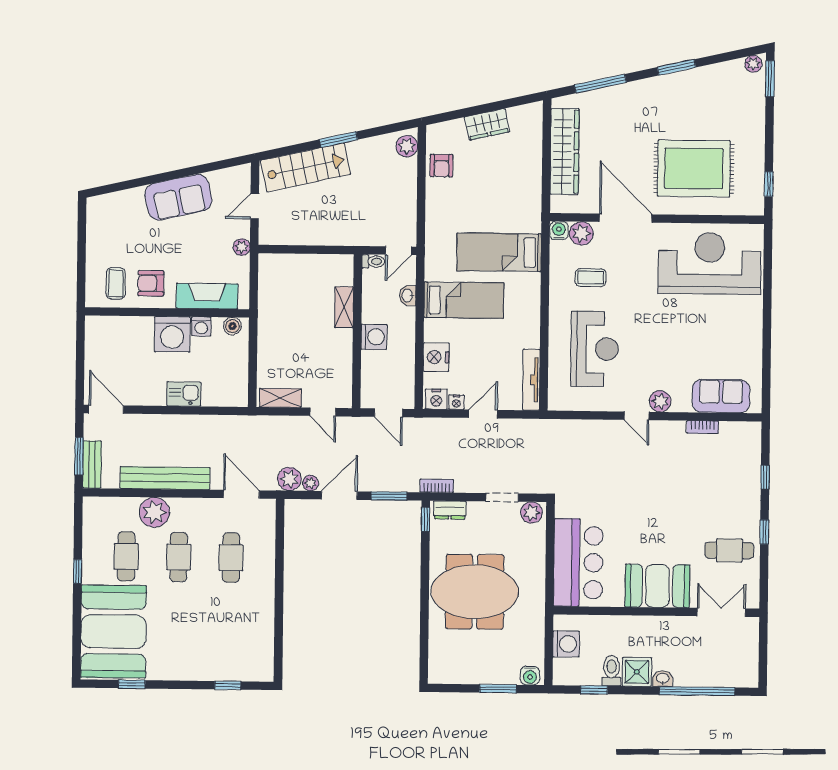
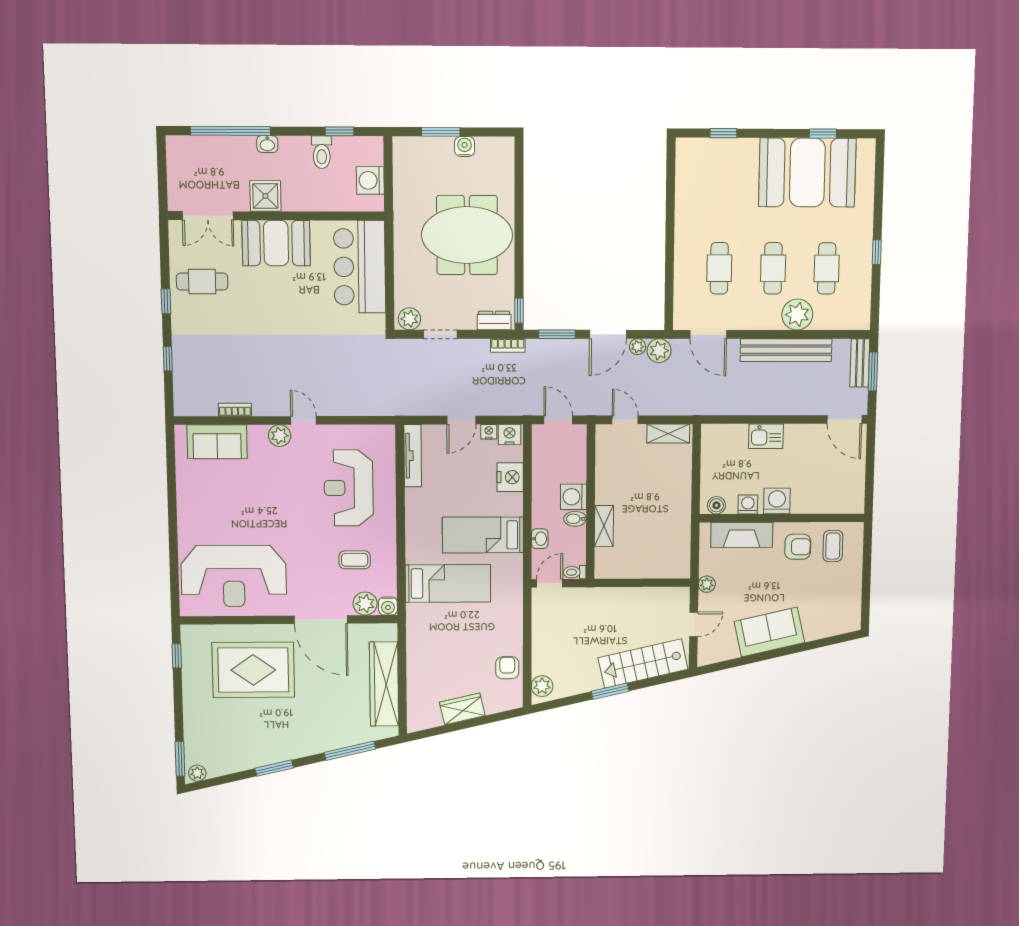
bidet: (373, 315) -> (575, 519), added
washing machine: (172, 334) -> (777, 501), width x0.73, depth x0.73
booth: (113, 631) -> (807, 173), moved, turned 90
shower: (637, 672) -> (265, 196), moved
water cooler: (530, 676) -> (465, 146), moved

